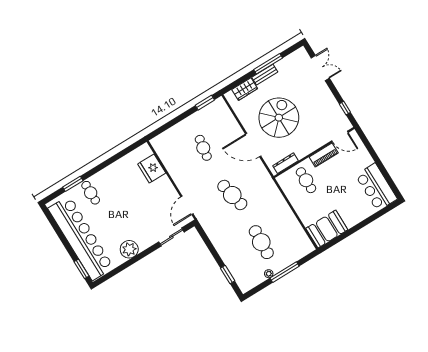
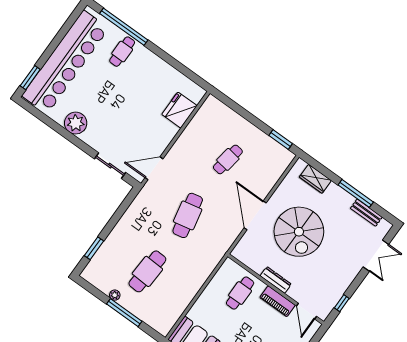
bench: (265, 75) -> (366, 213), moved
spiral stairs: (279, 118) -> (299, 232), turned 90
dresser: (286, 163) -> (276, 280), moved
window: (73, 184) -> (124, 27), width x2.11

